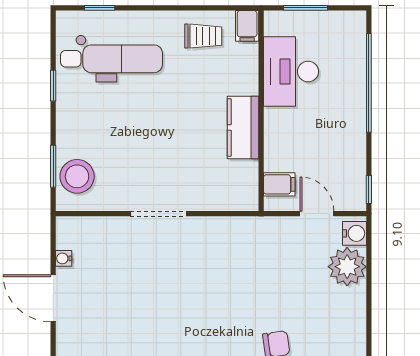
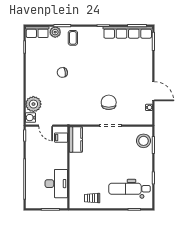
filing cabinet: (247, 26) -> (74, 202), removed
kitchen counter: (243, 127) -> (76, 140), moved
chair: (163, 271) -> (109, 102), added

